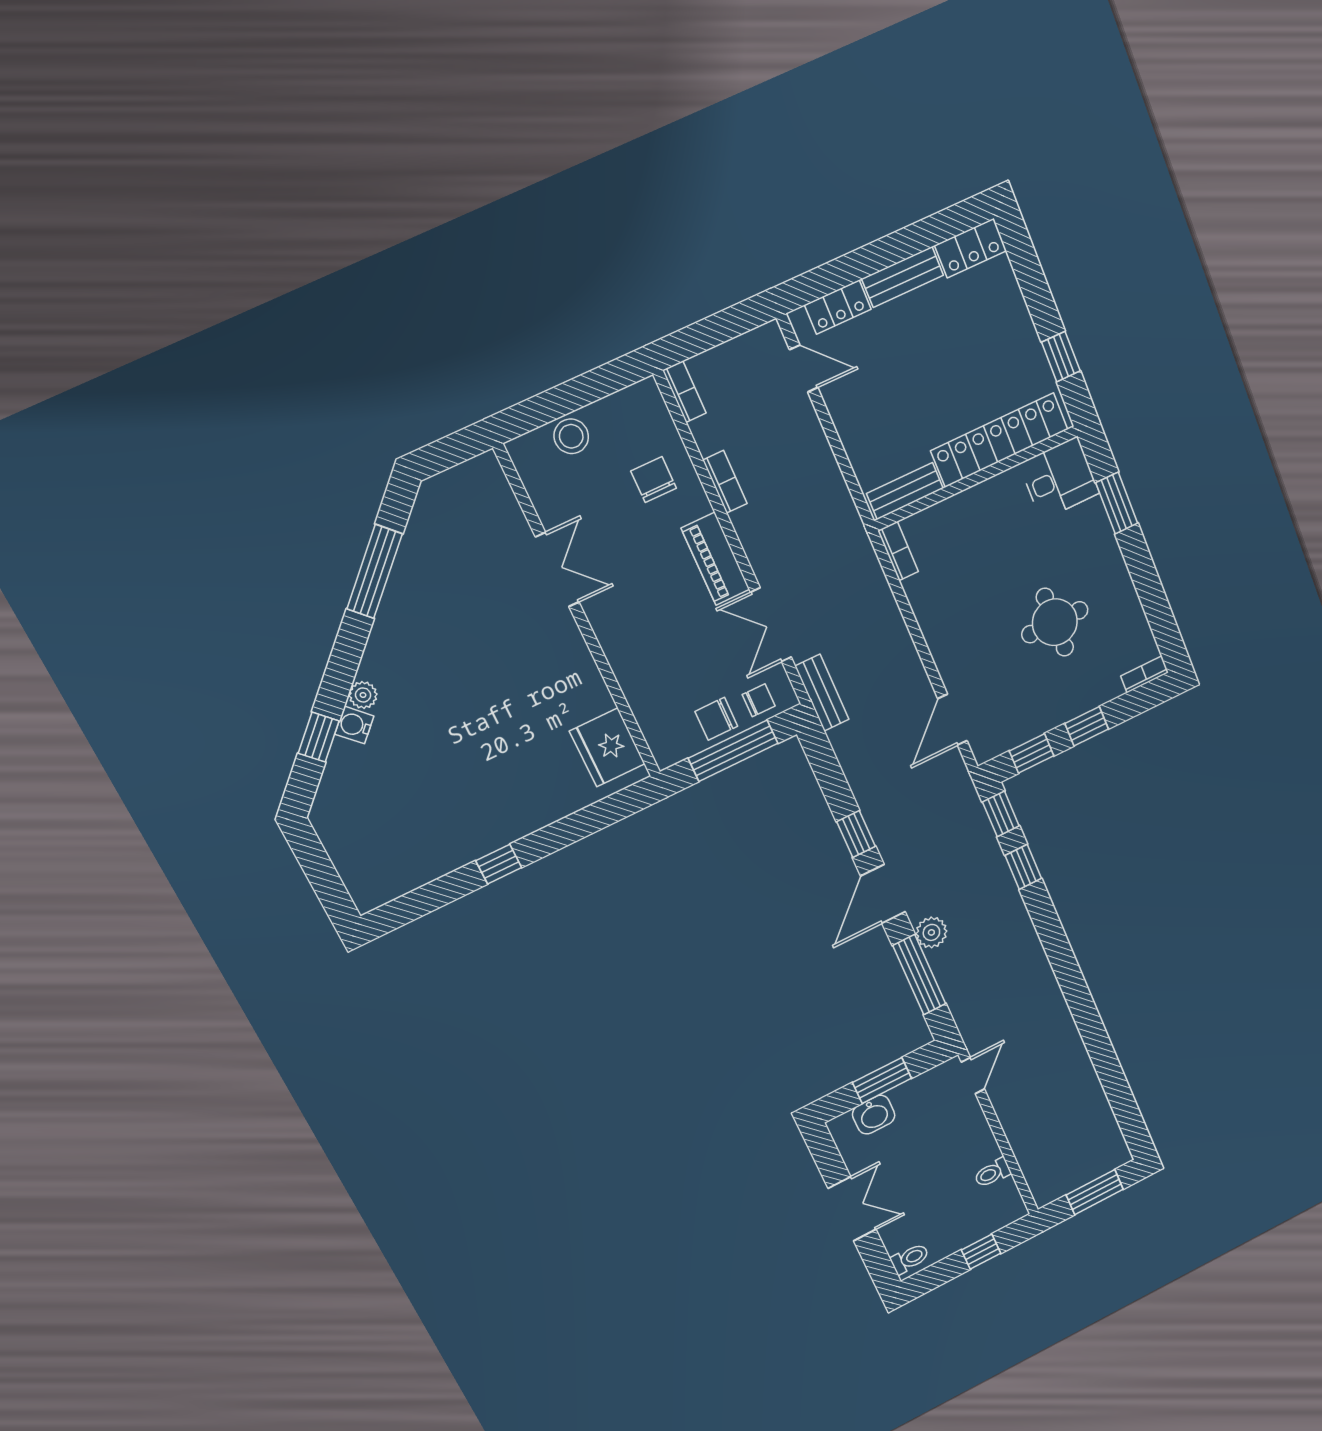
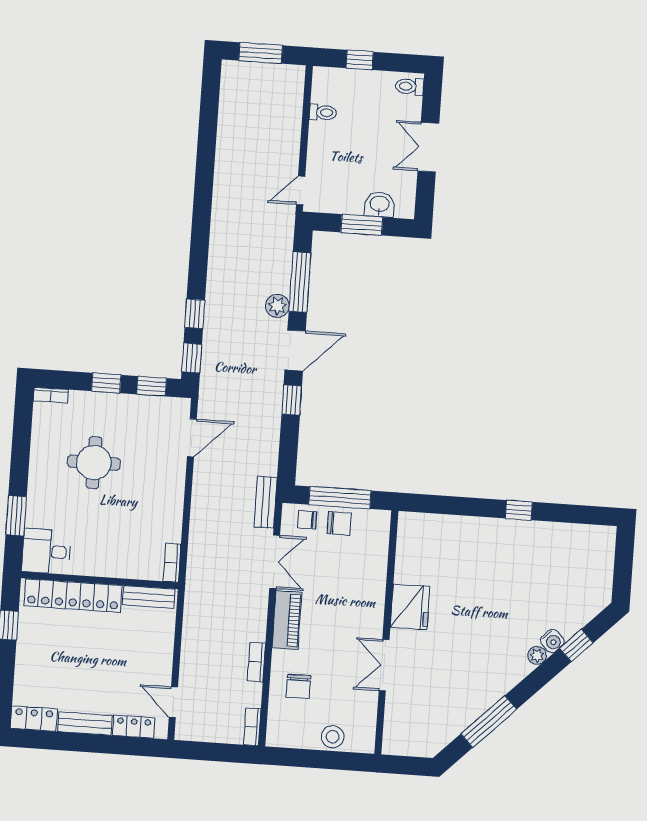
fridge: (607, 747) -> (410, 607), moved

